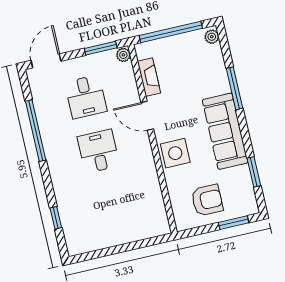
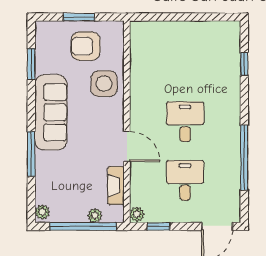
plant: (162, 45) -> (95, 216), added
window: (101, 48) -> (158, 226), width x0.67
desk: (98, 151) -> (185, 122), turned 180
side table: (175, 153) -> (104, 84), moved
window: (234, 223) -> (79, 17), moved

